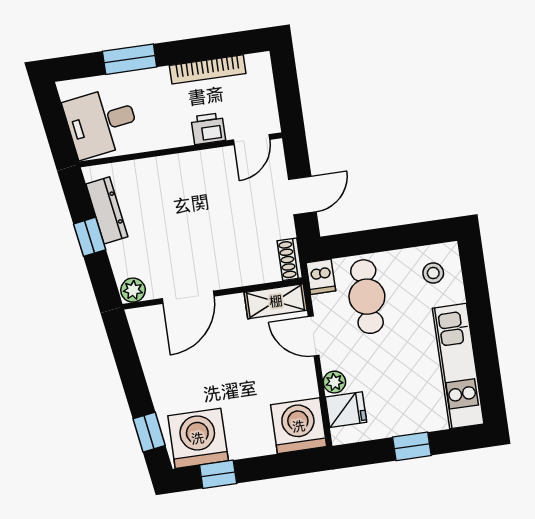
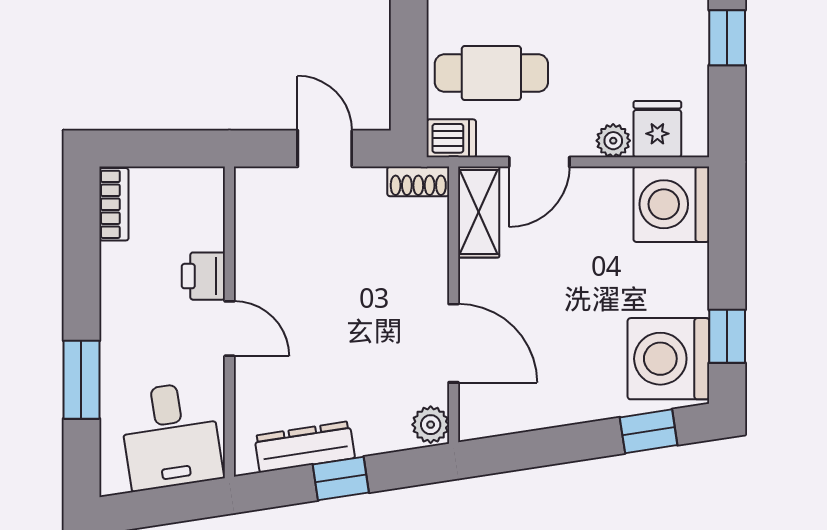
bookcase: (208, 69) -> (114, 204), moved, width x0.64
door: (251, 140) -> (229, 329), moved

